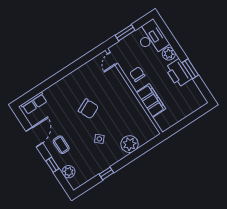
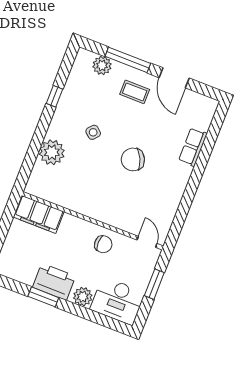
filing cabinet: (151, 101) -> (39, 214), moved
row of seats: (34, 103) -> (193, 147), moved
window: (52, 165) -> (128, 60), width x2.17

